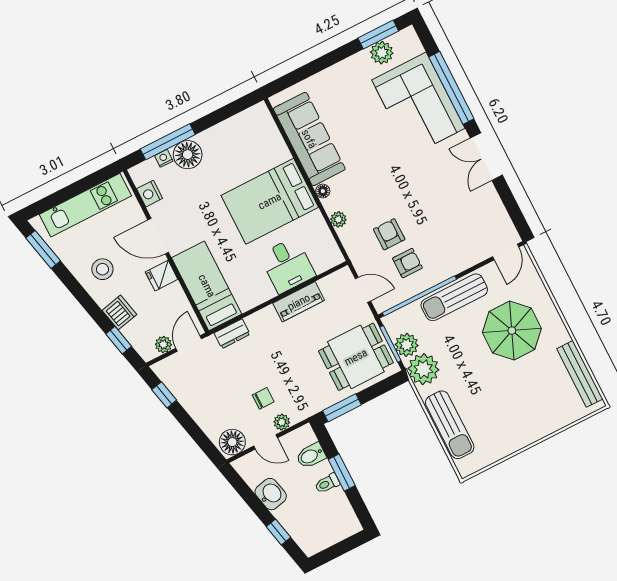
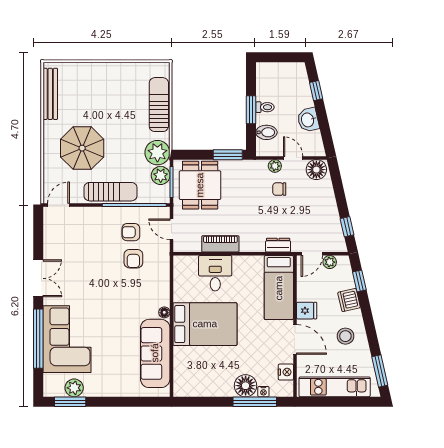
plant: (338, 219) -> (164, 287), removed
dining table: (356, 357) -> (200, 185), turned 90

